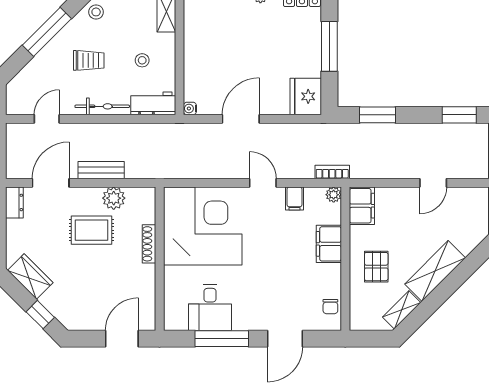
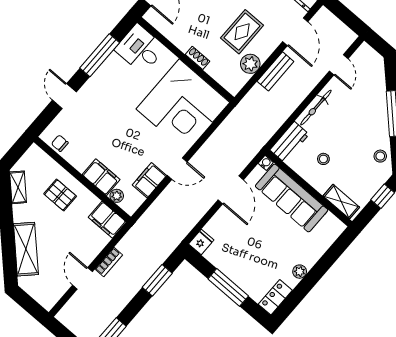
sofa: (201, 59) -> (292, 198), added
trolley: (89, 60) -> (353, 124), removed
fridge: (306, 96) -> (201, 242), width x0.53, depth x0.75
bookcase: (332, 172) -> (109, 262), moved
plant: (334, 195) -> (117, 196), moved
filing cabinet: (294, 199) -> (149, 180), width x2.00
shoe rack: (149, 244) -> (198, 58), width x0.70
shelving: (435, 271) -> (26, 249), moved
desk: (210, 308) -> (140, 49), moved
door: (285, 339) -> (64, 96), width x0.73

